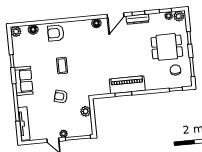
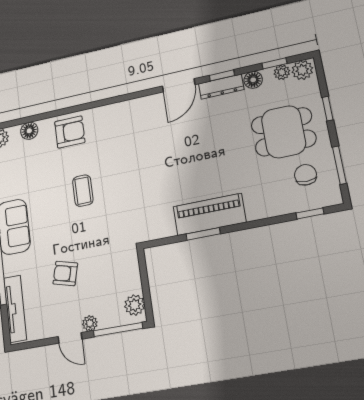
floor lamp: (96, 23) -> (253, 80), moved
armchair: (56, 33) -> (70, 132), turned 180
armchair: (61, 97) -> (65, 274), moved
plant: (86, 111) -> (135, 305), moved

